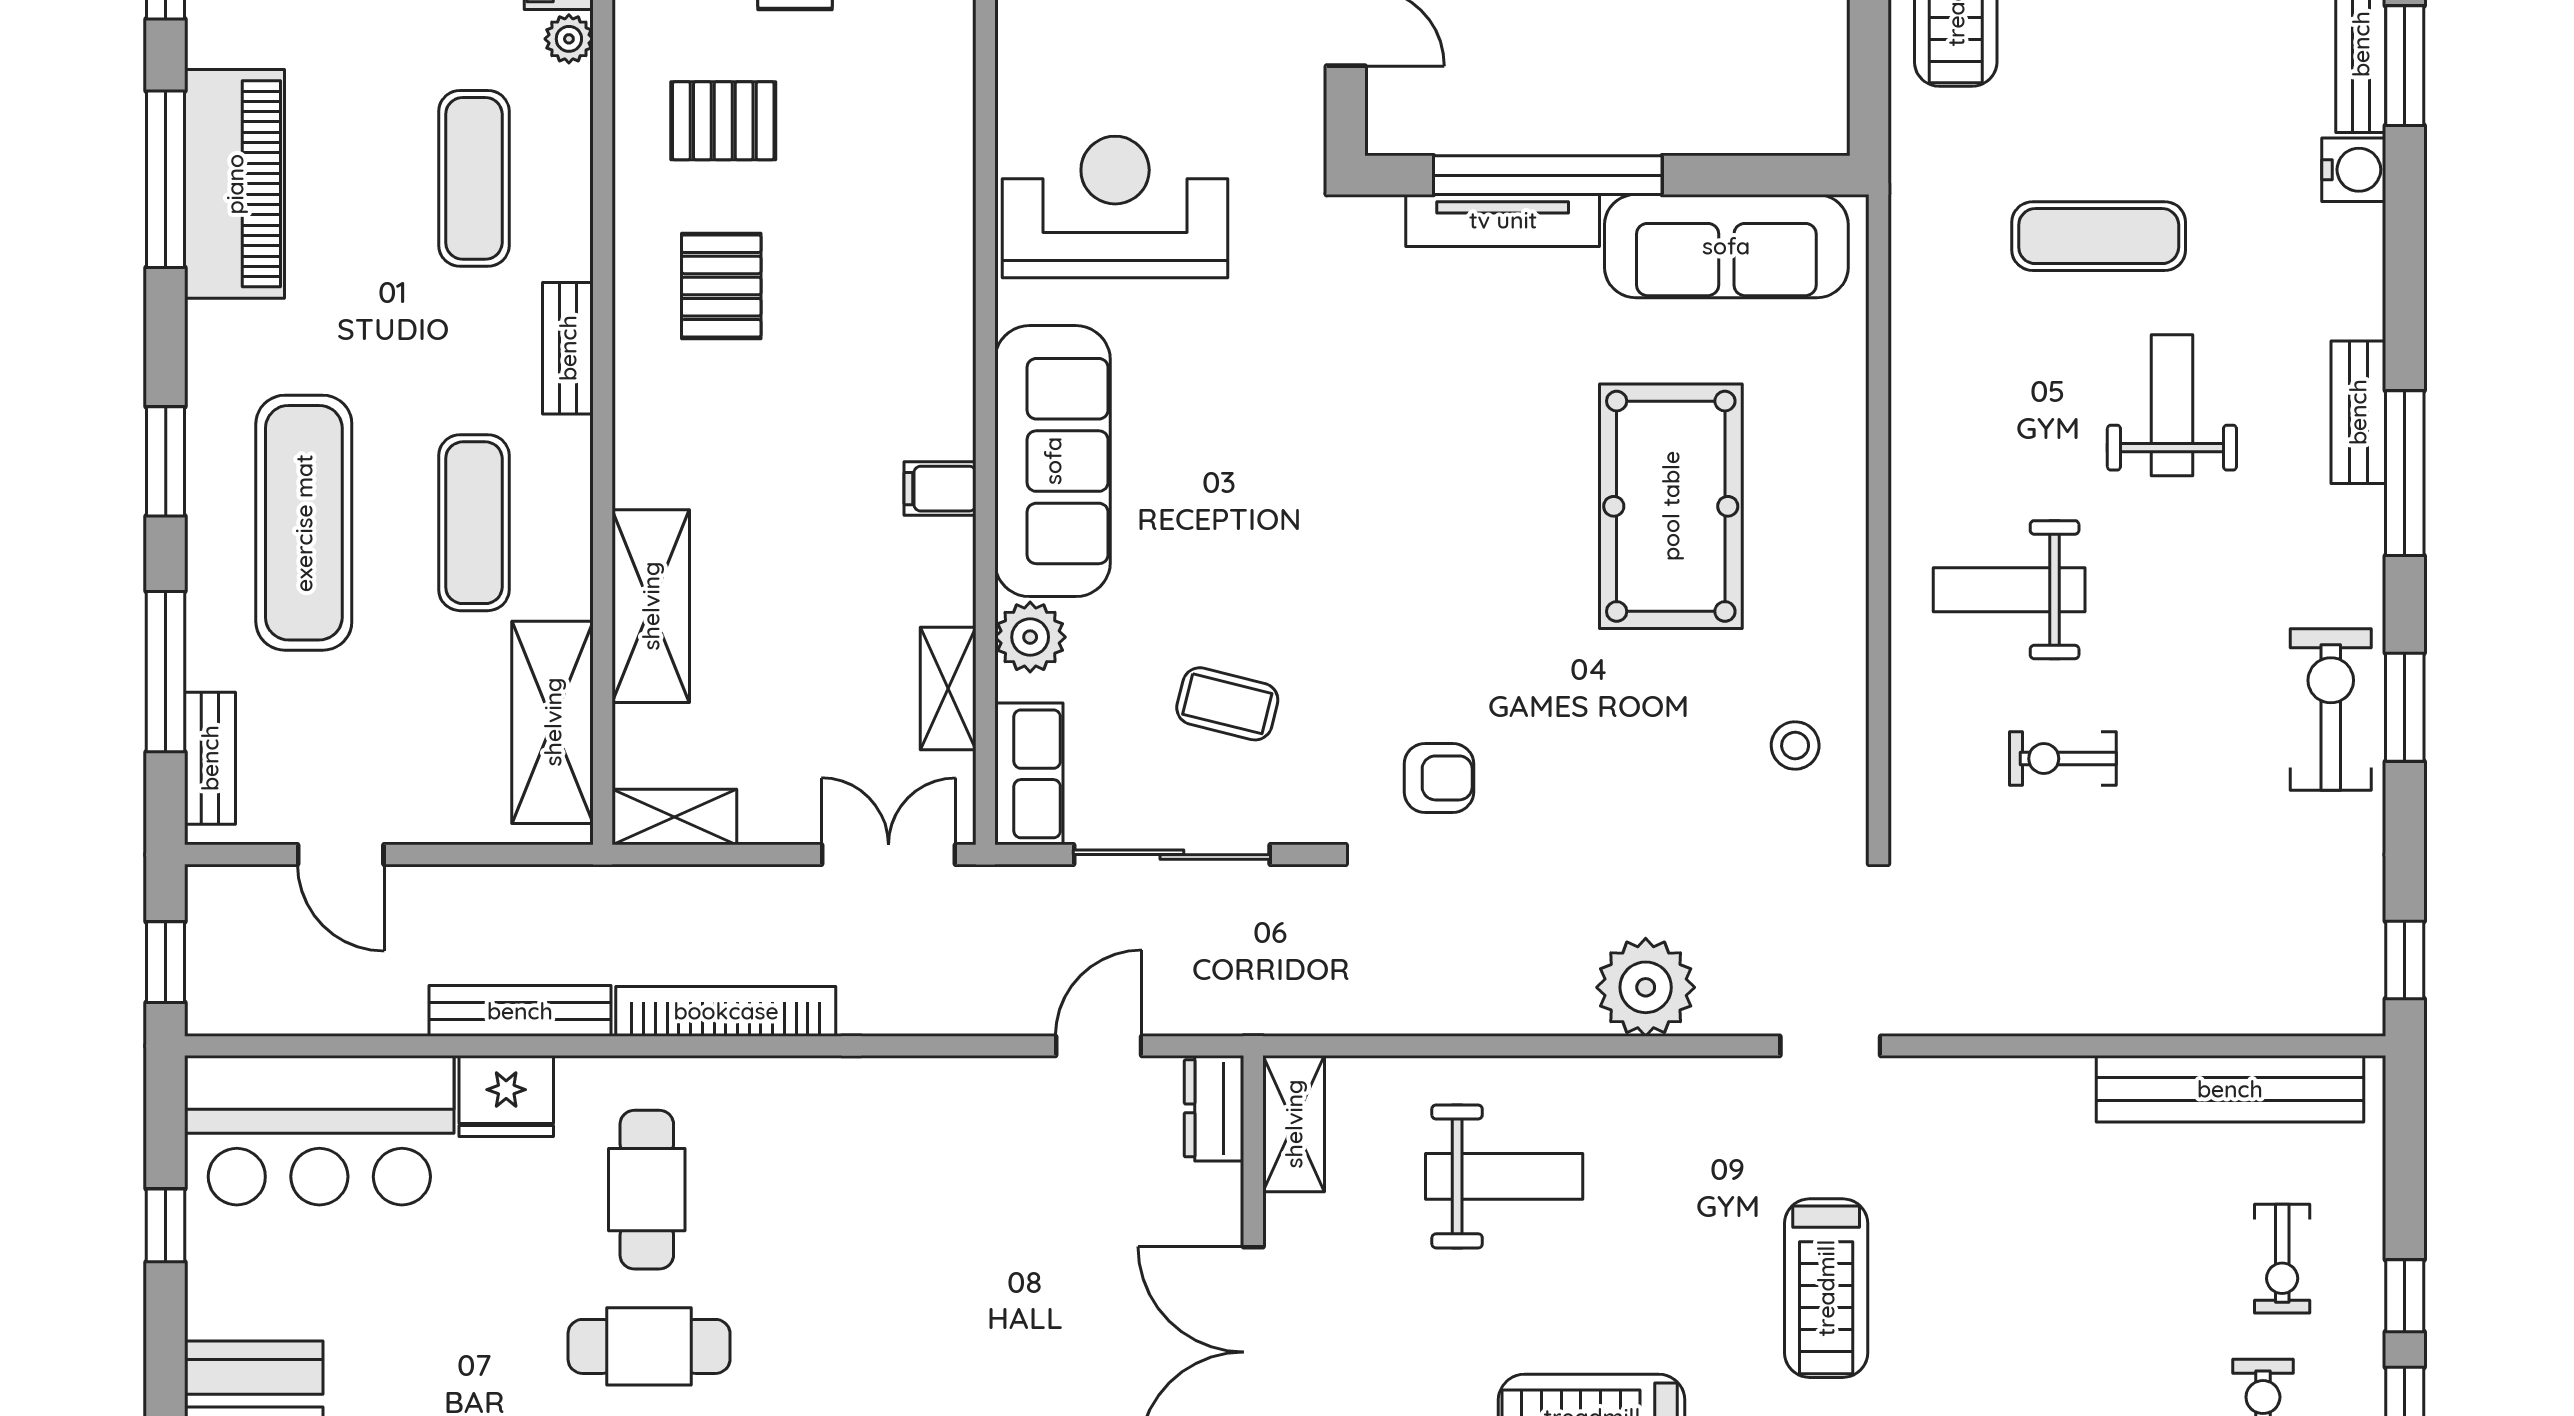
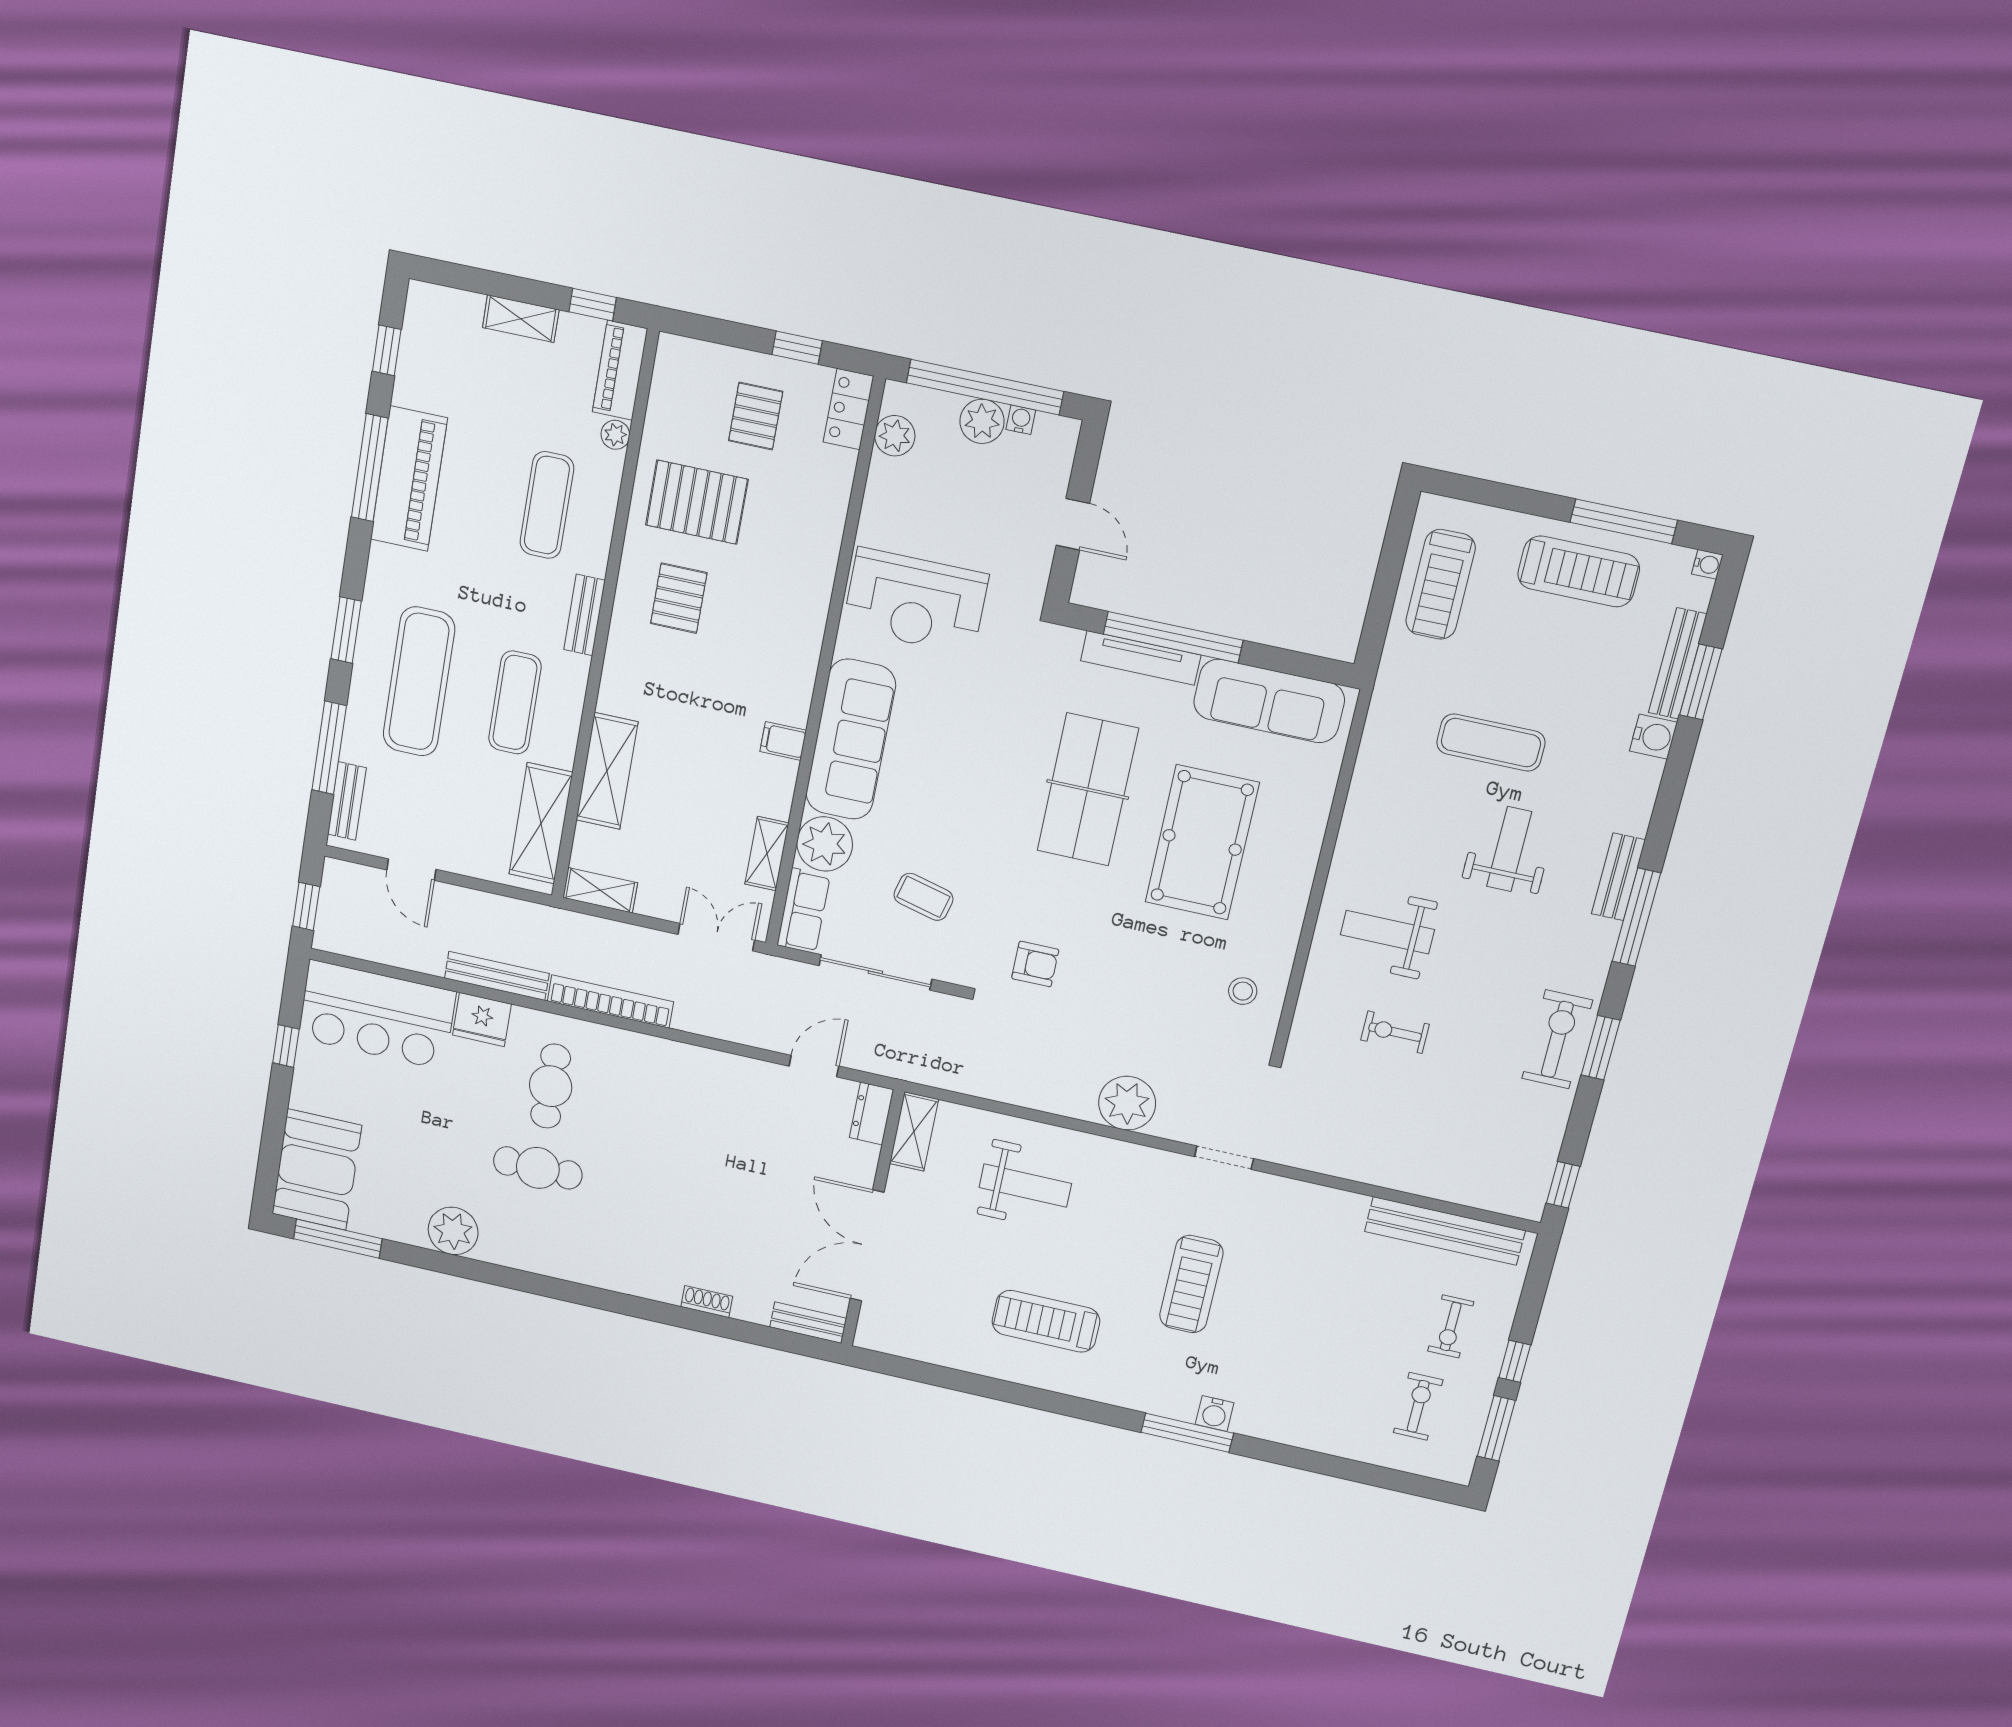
pallet: (723, 121) -> (697, 502), width x1.50, depth x1.42
reception desk: (1115, 207) -> (915, 601), turned 180
table tennis table: (1463, 459) -> (1088, 790), added
plant: (1030, 637) -> (825, 844), width x1.36, depth x1.36

